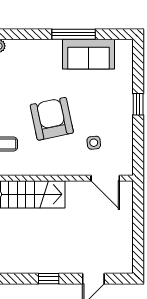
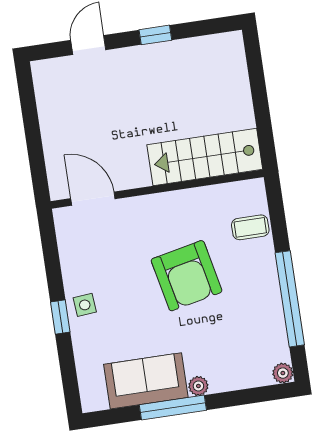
plant: (55, 46) -> (198, 386), added
side table: (94, 143) -> (85, 305), moved

